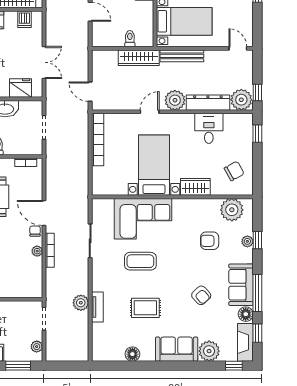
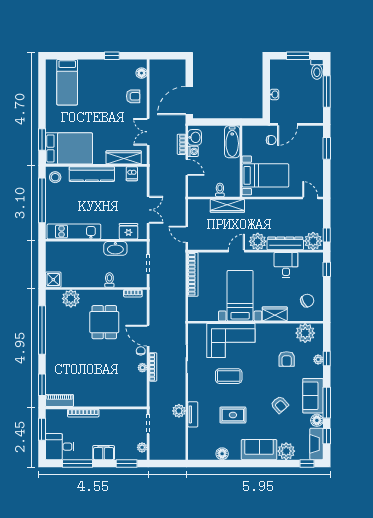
bench: (182, 56) -> (263, 204), removed
armchair: (210, 241) -> (287, 359), turned -90

